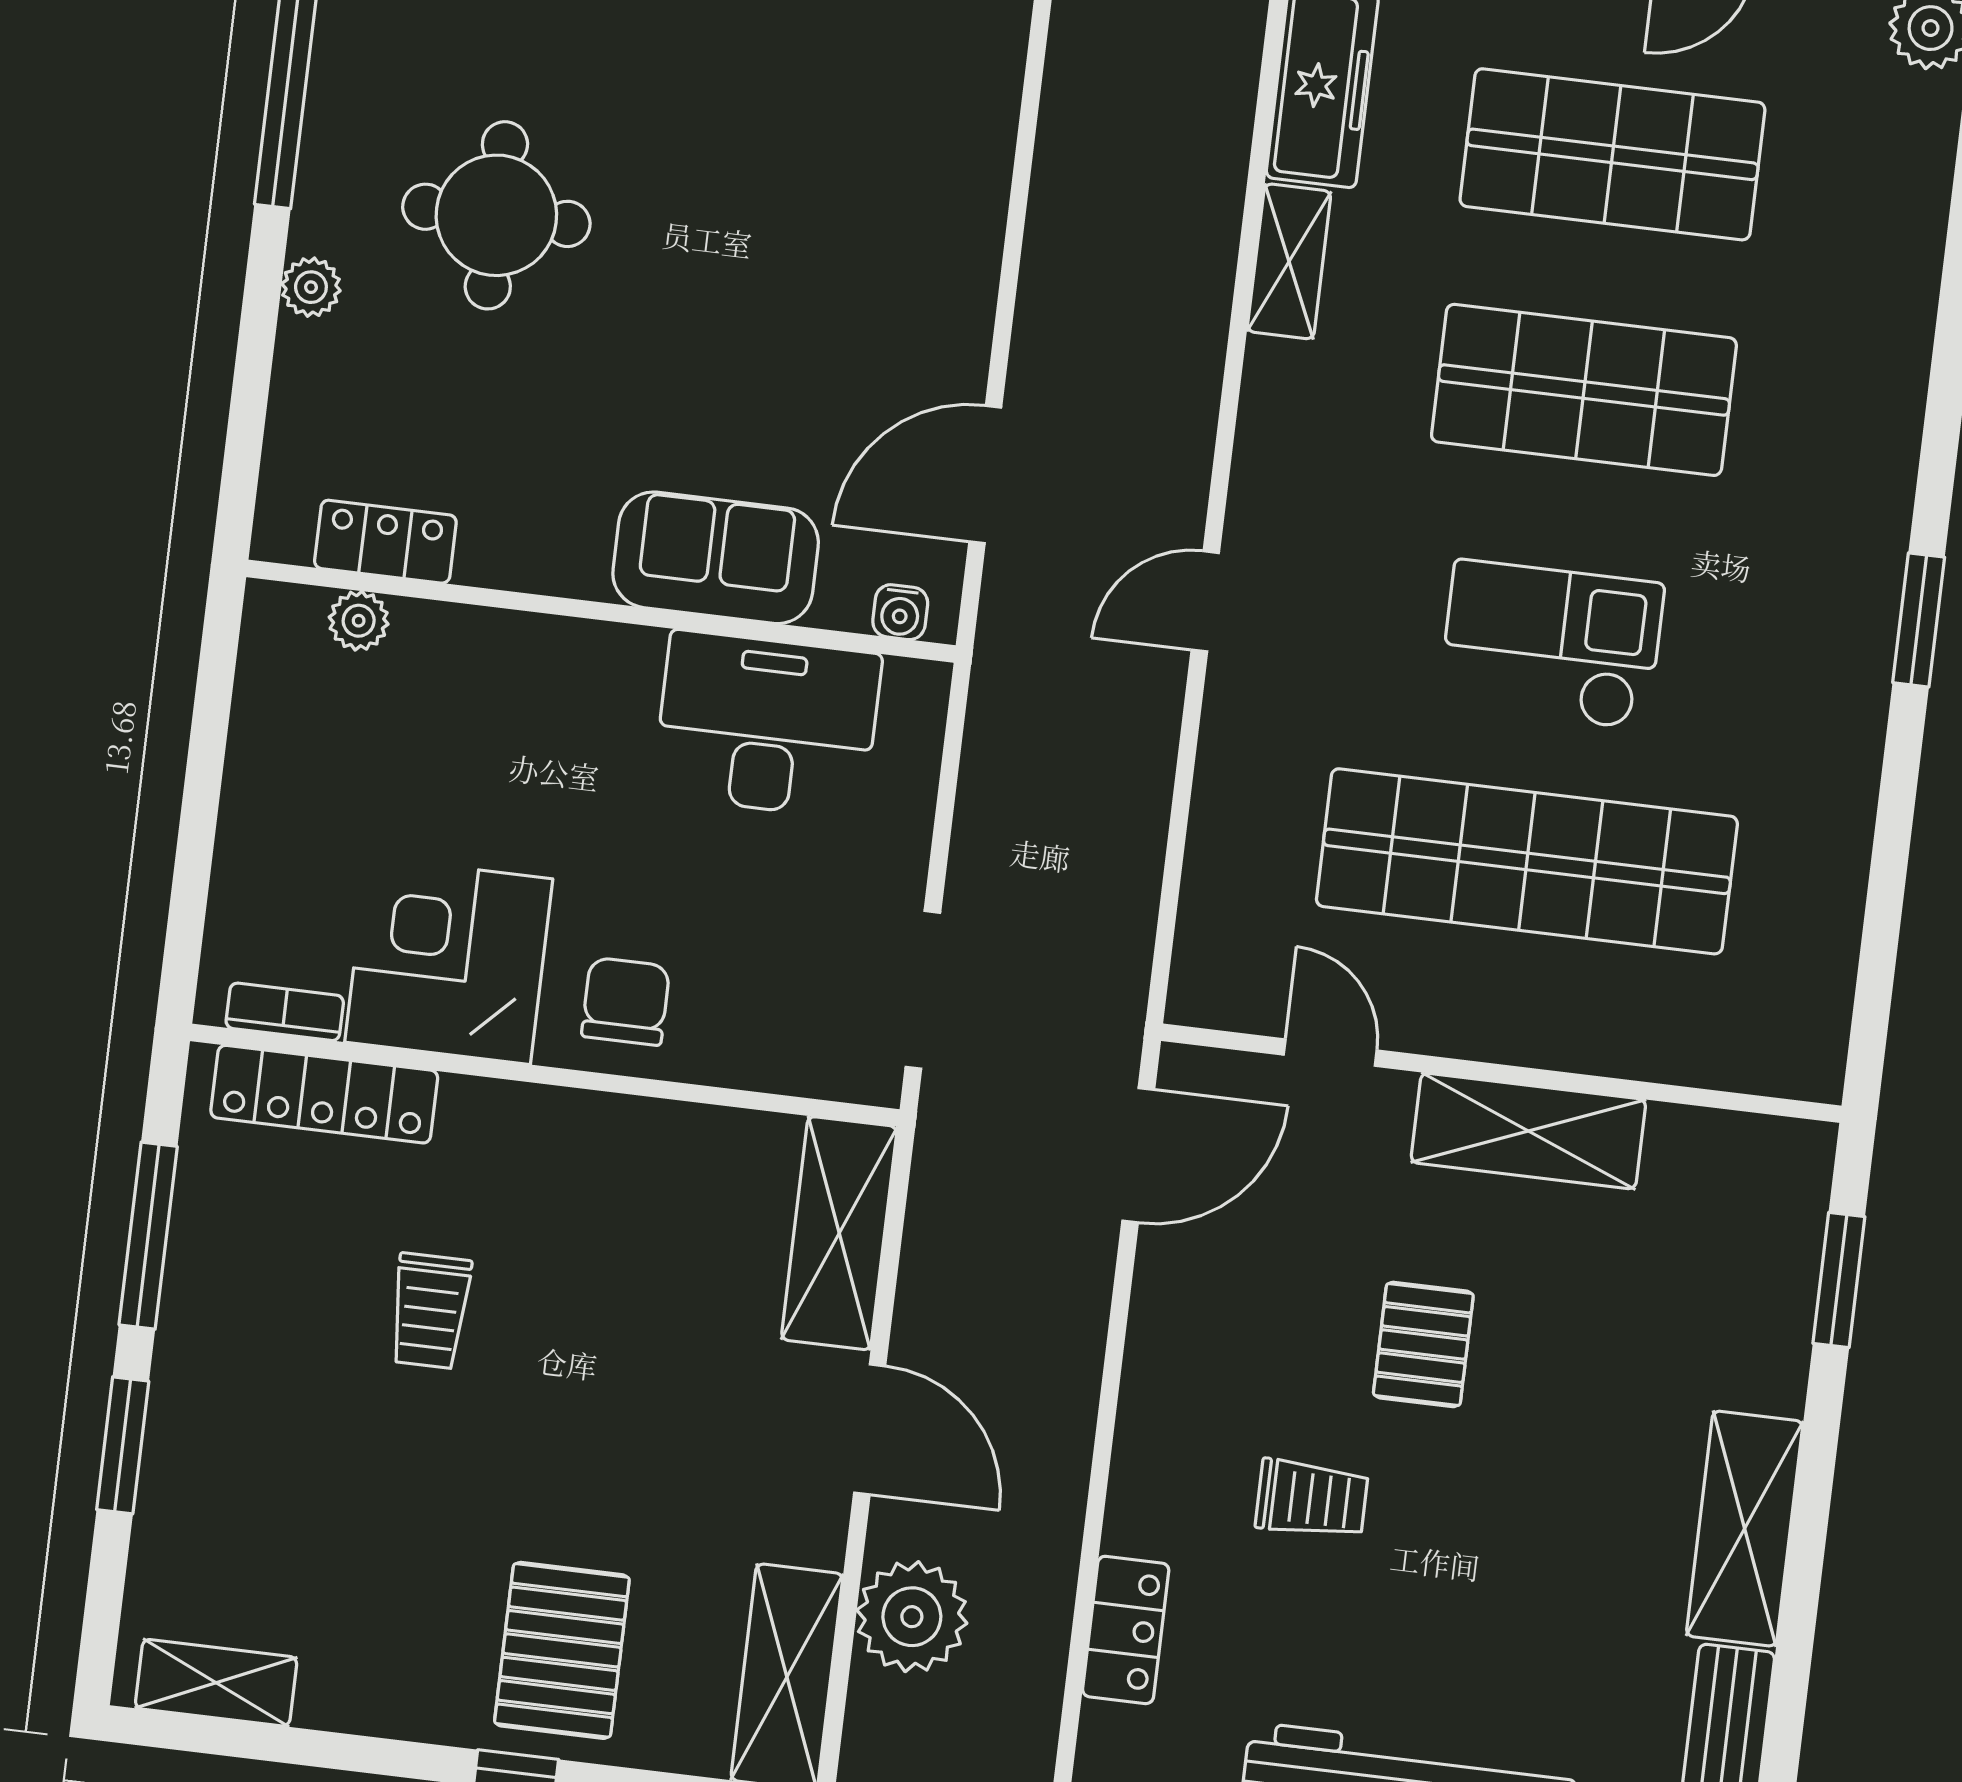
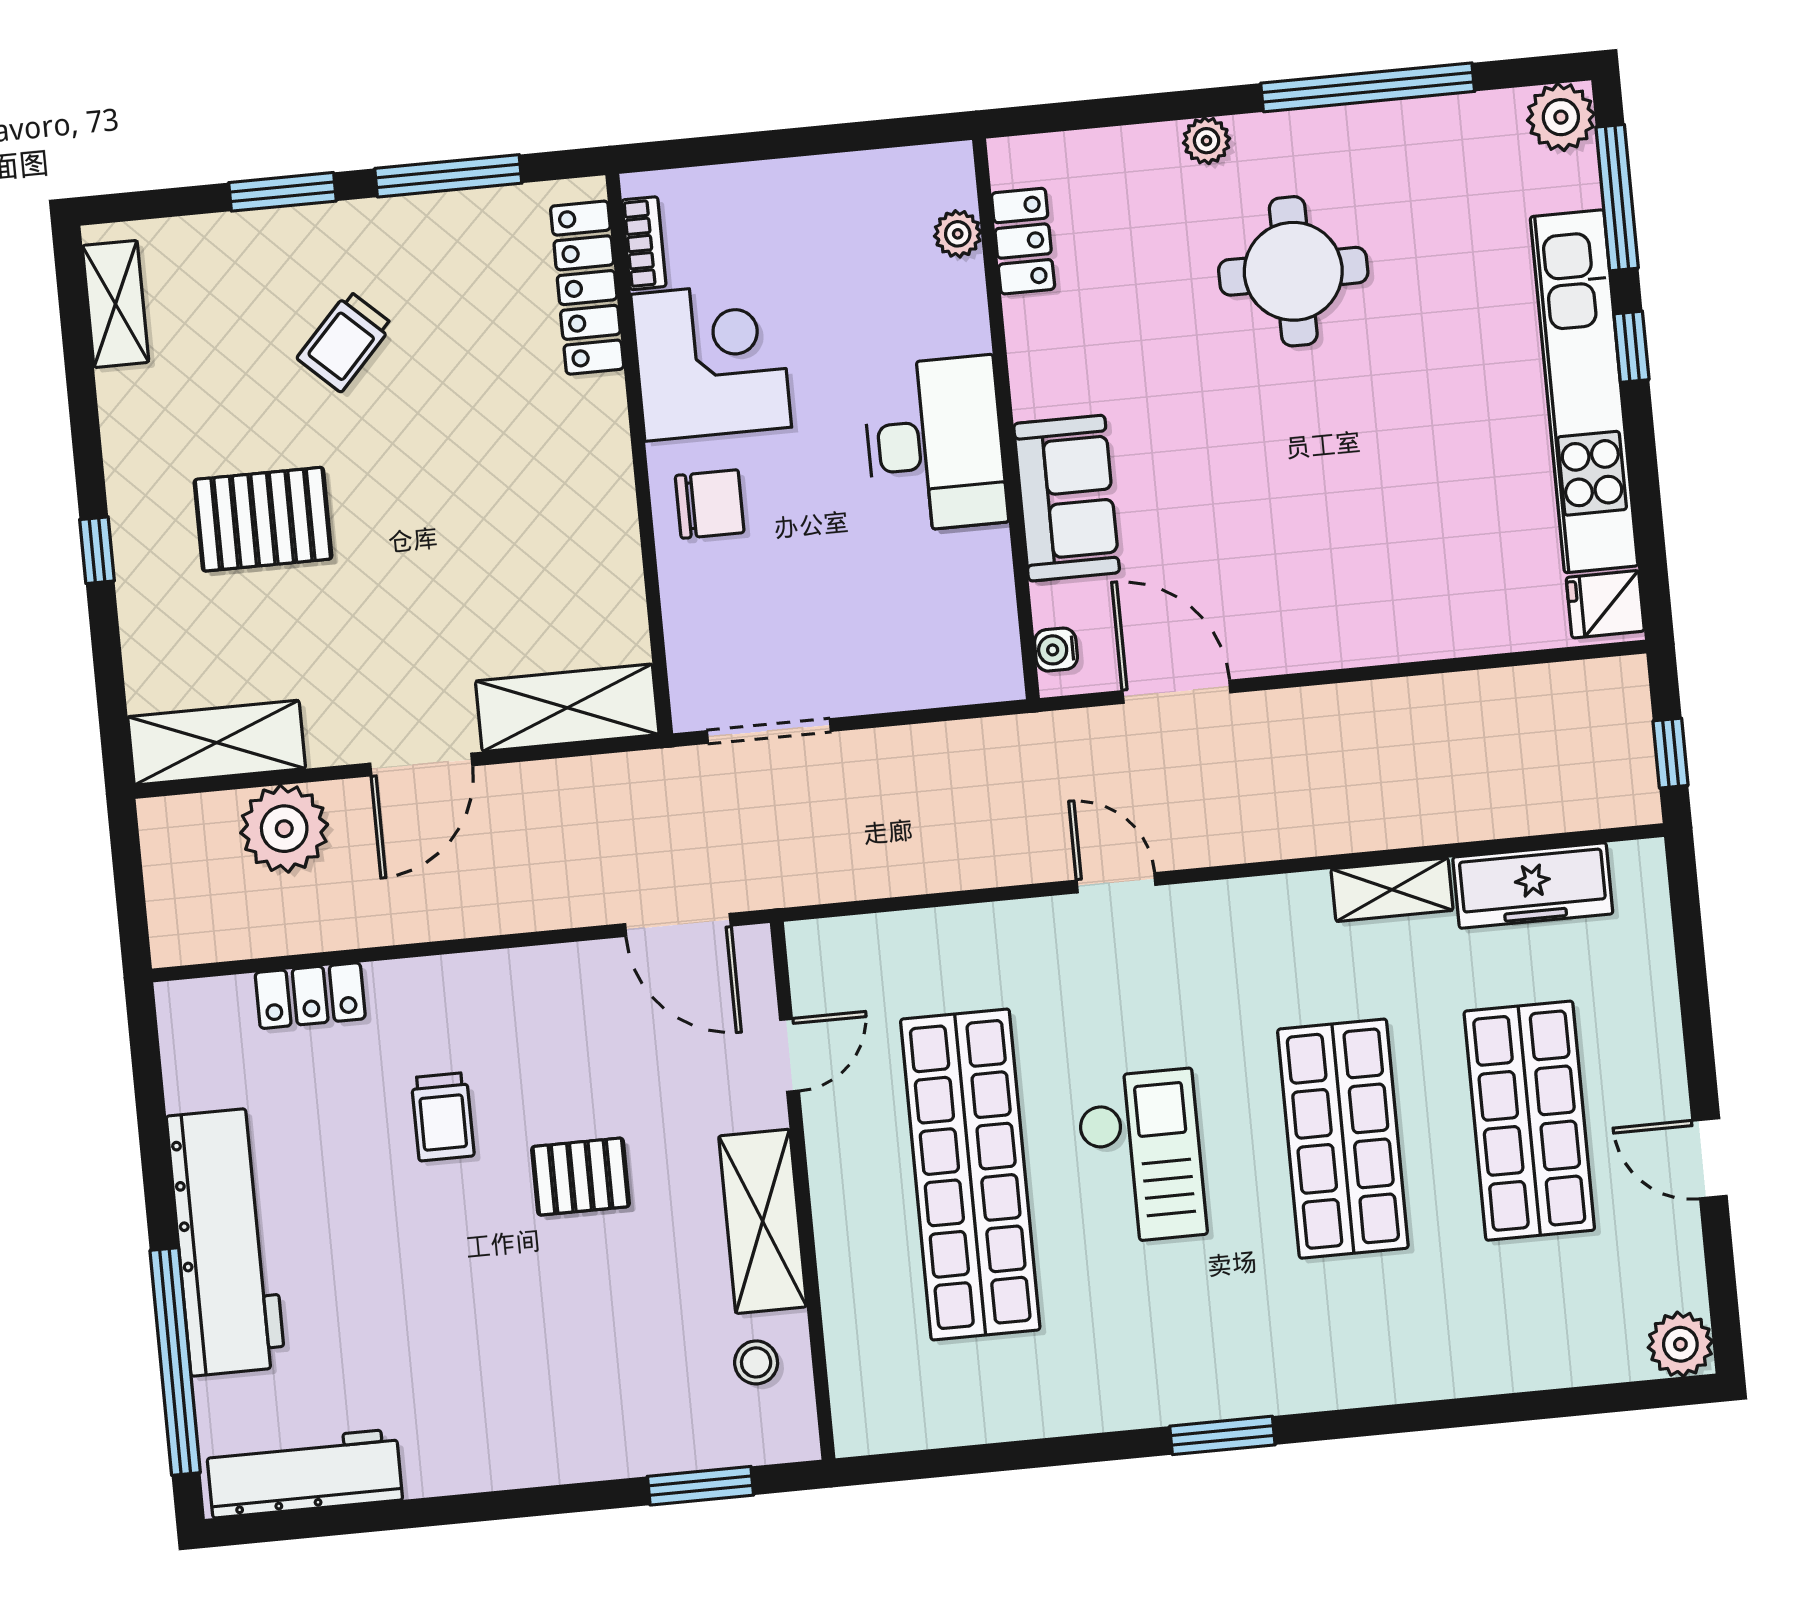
desk: (767, 725) -> (935, 444), moved
stool: (1701, 1178) -> (756, 1362), added
trolley: (430, 1311) -> (345, 341), moved, turned -47
shelving: (1745, 1529) -> (493, 1455), removed
pallet: (562, 1650) -> (263, 519), moved

